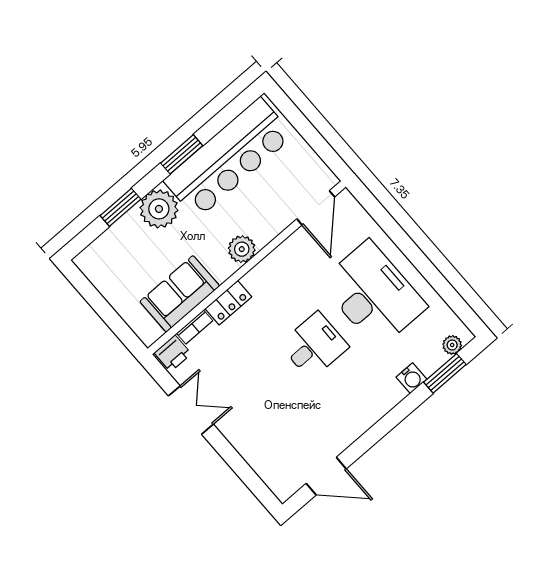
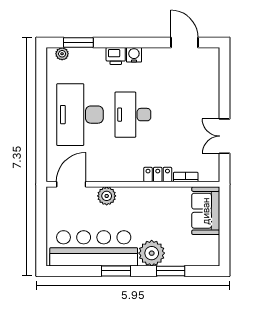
plant: (242, 249) -> (107, 196), moved
sofa: (180, 294) -> (206, 211), moved, turned 90
desk: (314, 346) -> (133, 115), width x1.37
printer: (173, 353) -> (116, 56), moved, turned 180
water cooler: (412, 378) -> (134, 55), moved

